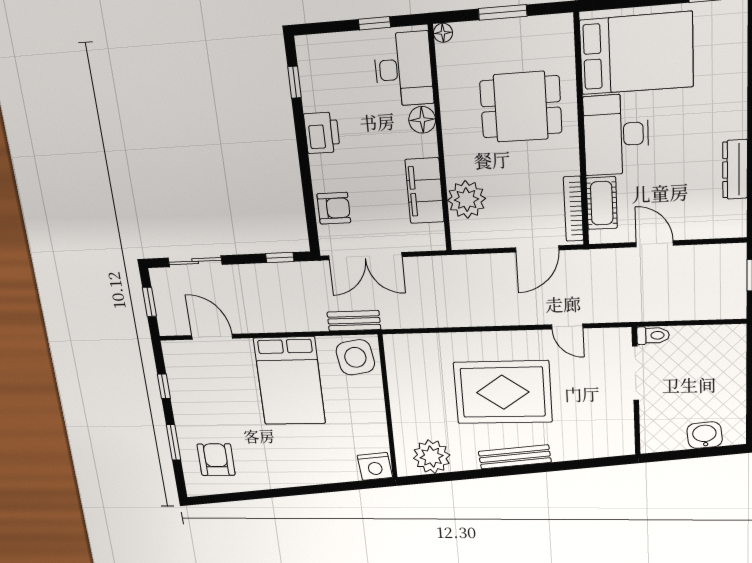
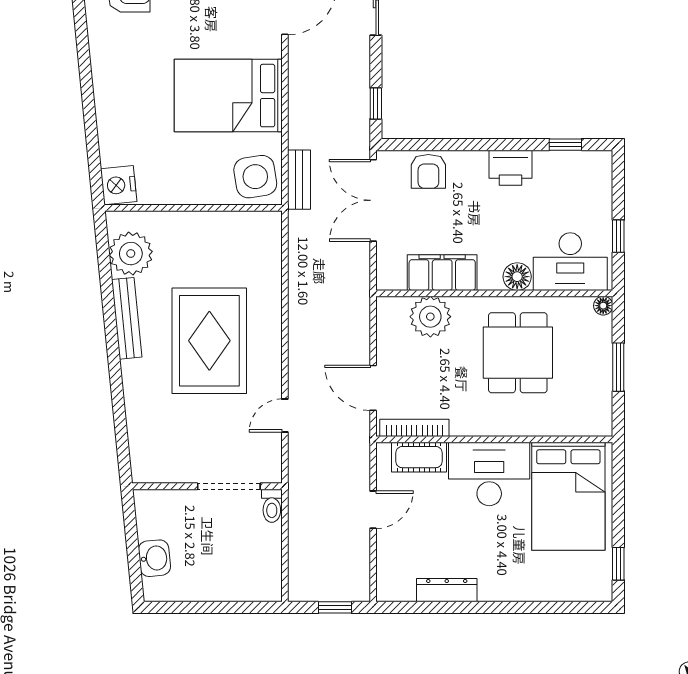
dining table: (521, 107) -> (518, 353), moved
bench: (515, 457) -> (127, 318), moved

